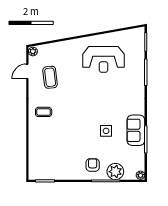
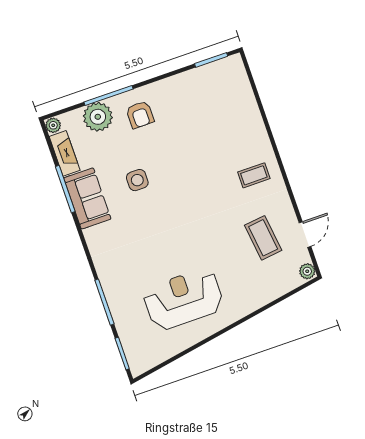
fireplace: (140, 158) -> (65, 153), added

